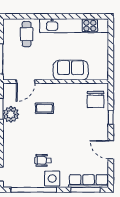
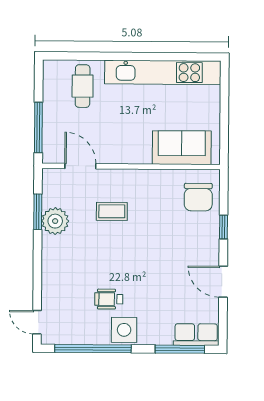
sofa: (71, 70) -> (182, 148), moved
door: (26, 82) -> (80, 166), swing flipped
row of seats: (89, 181) -> (196, 335), width x0.68

